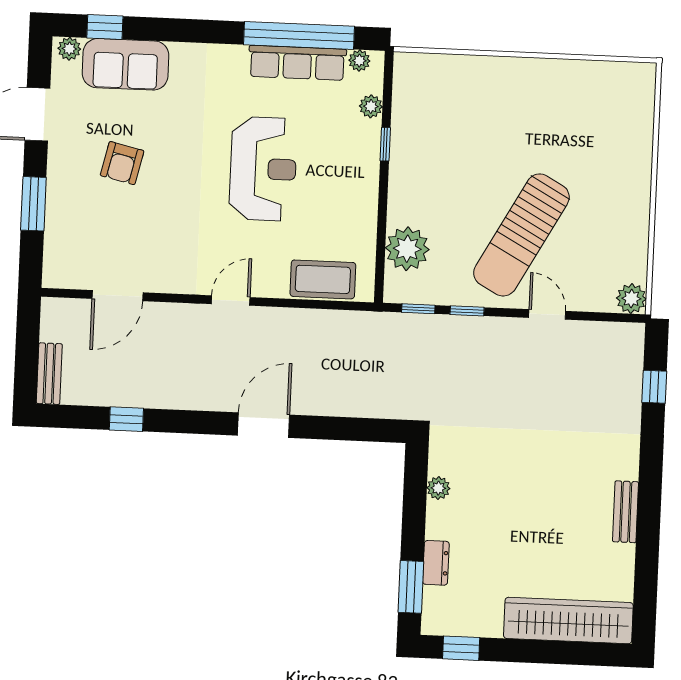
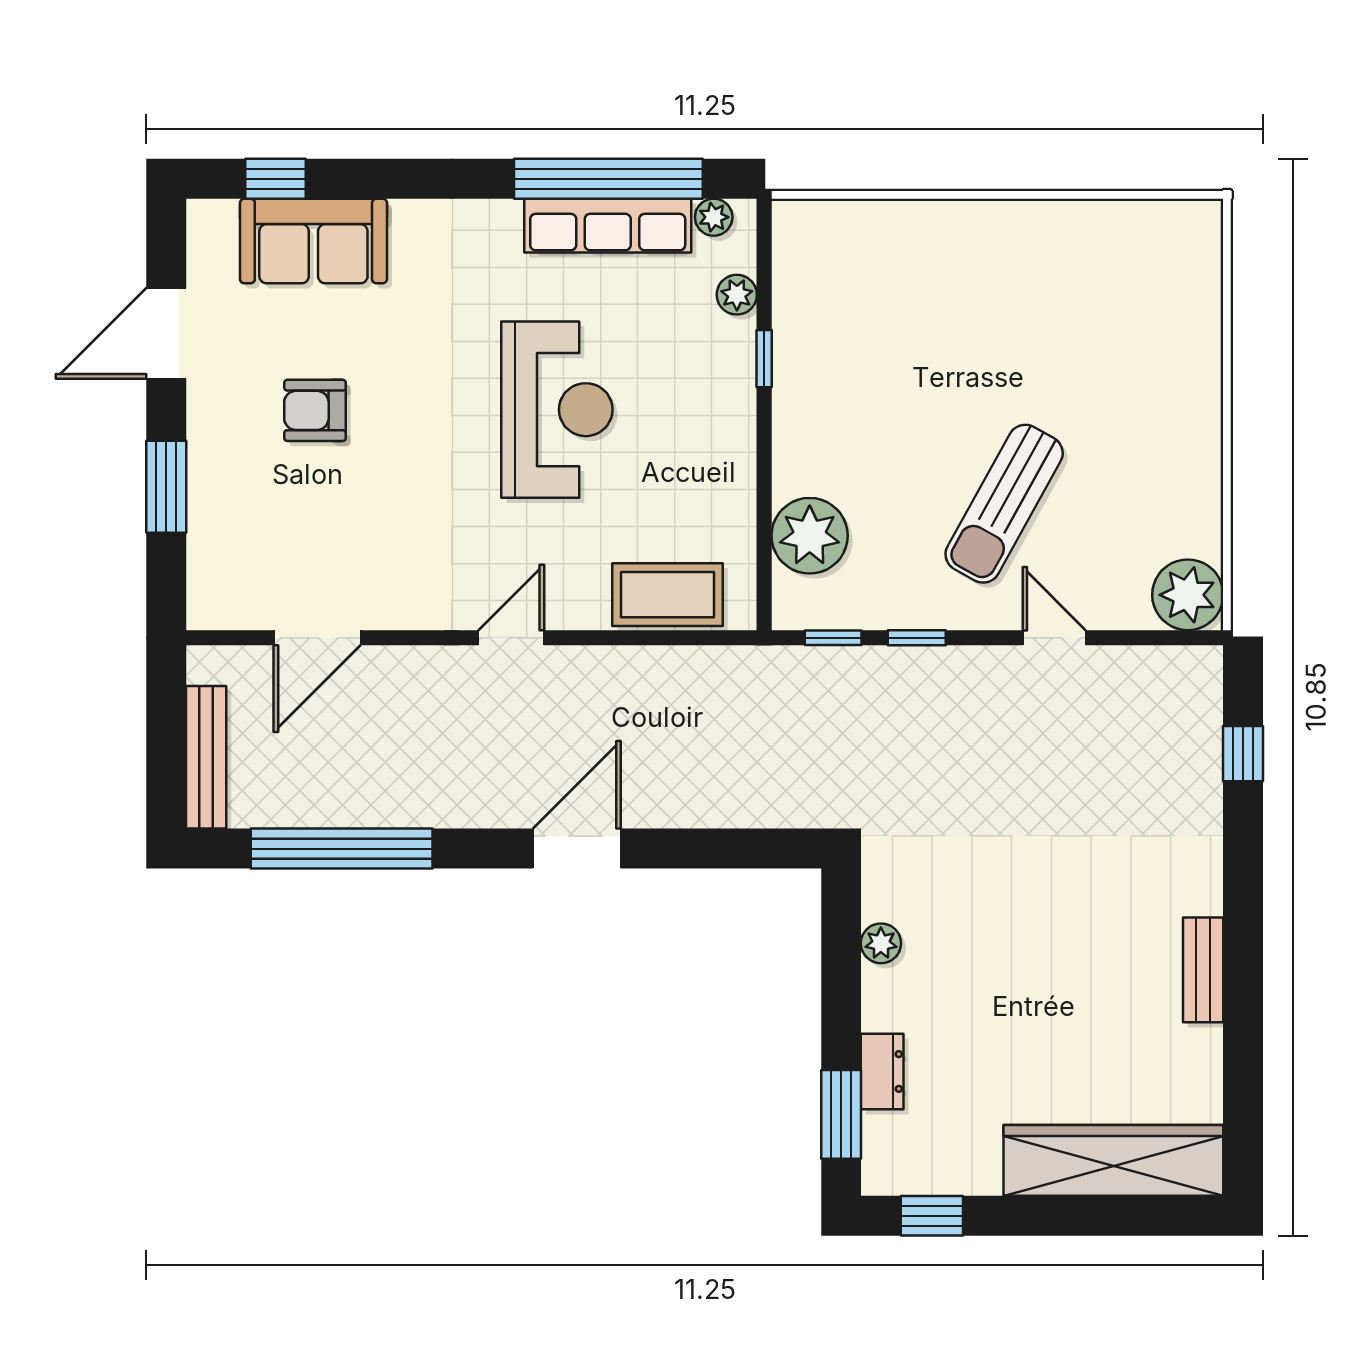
plant: (69, 49) -> (216, 219), removed
armchair: (122, 163) -> (315, 410), turned 77
sun lounger: (521, 235) -> (1004, 504), width x0.73, depth x0.75
plant: (631, 299) -> (1188, 595), width x1.36, depth x1.36
bench: (49, 374) -> (206, 757), width x1.36
window: (126, 419) -> (342, 849), width x3.17

